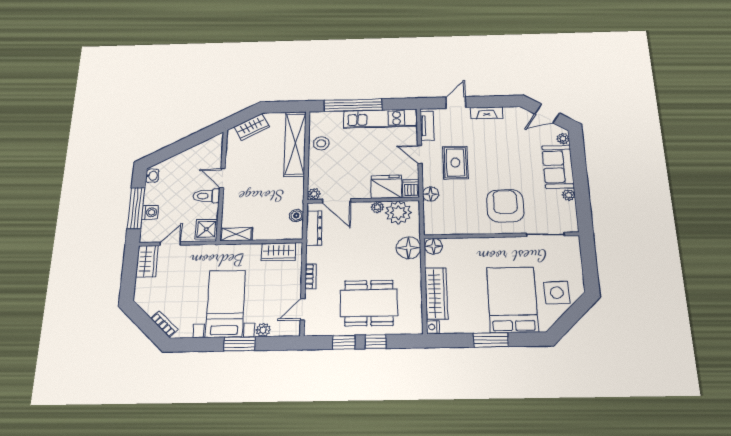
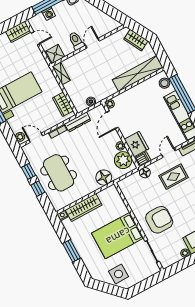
stool: (321, 143) -> (164, 83), moved
dresser: (314, 228) -> (78, 122), moved
floor lamp: (433, 246) -> (112, 191), removed
bed: (512, 300) -> (118, 236), moved, turned 180
plant: (263, 330) -> (20, 137), moved

